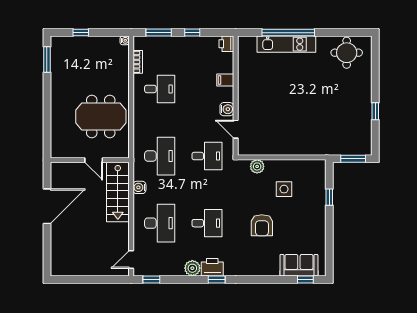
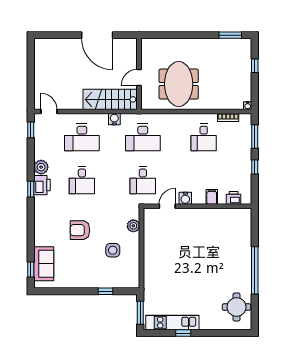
window: (288, 33) -> (255, 270), moved
printer: (226, 44) -> (234, 198), moved
kitchen unit: (286, 44) -> (172, 323), moved, turned 90

